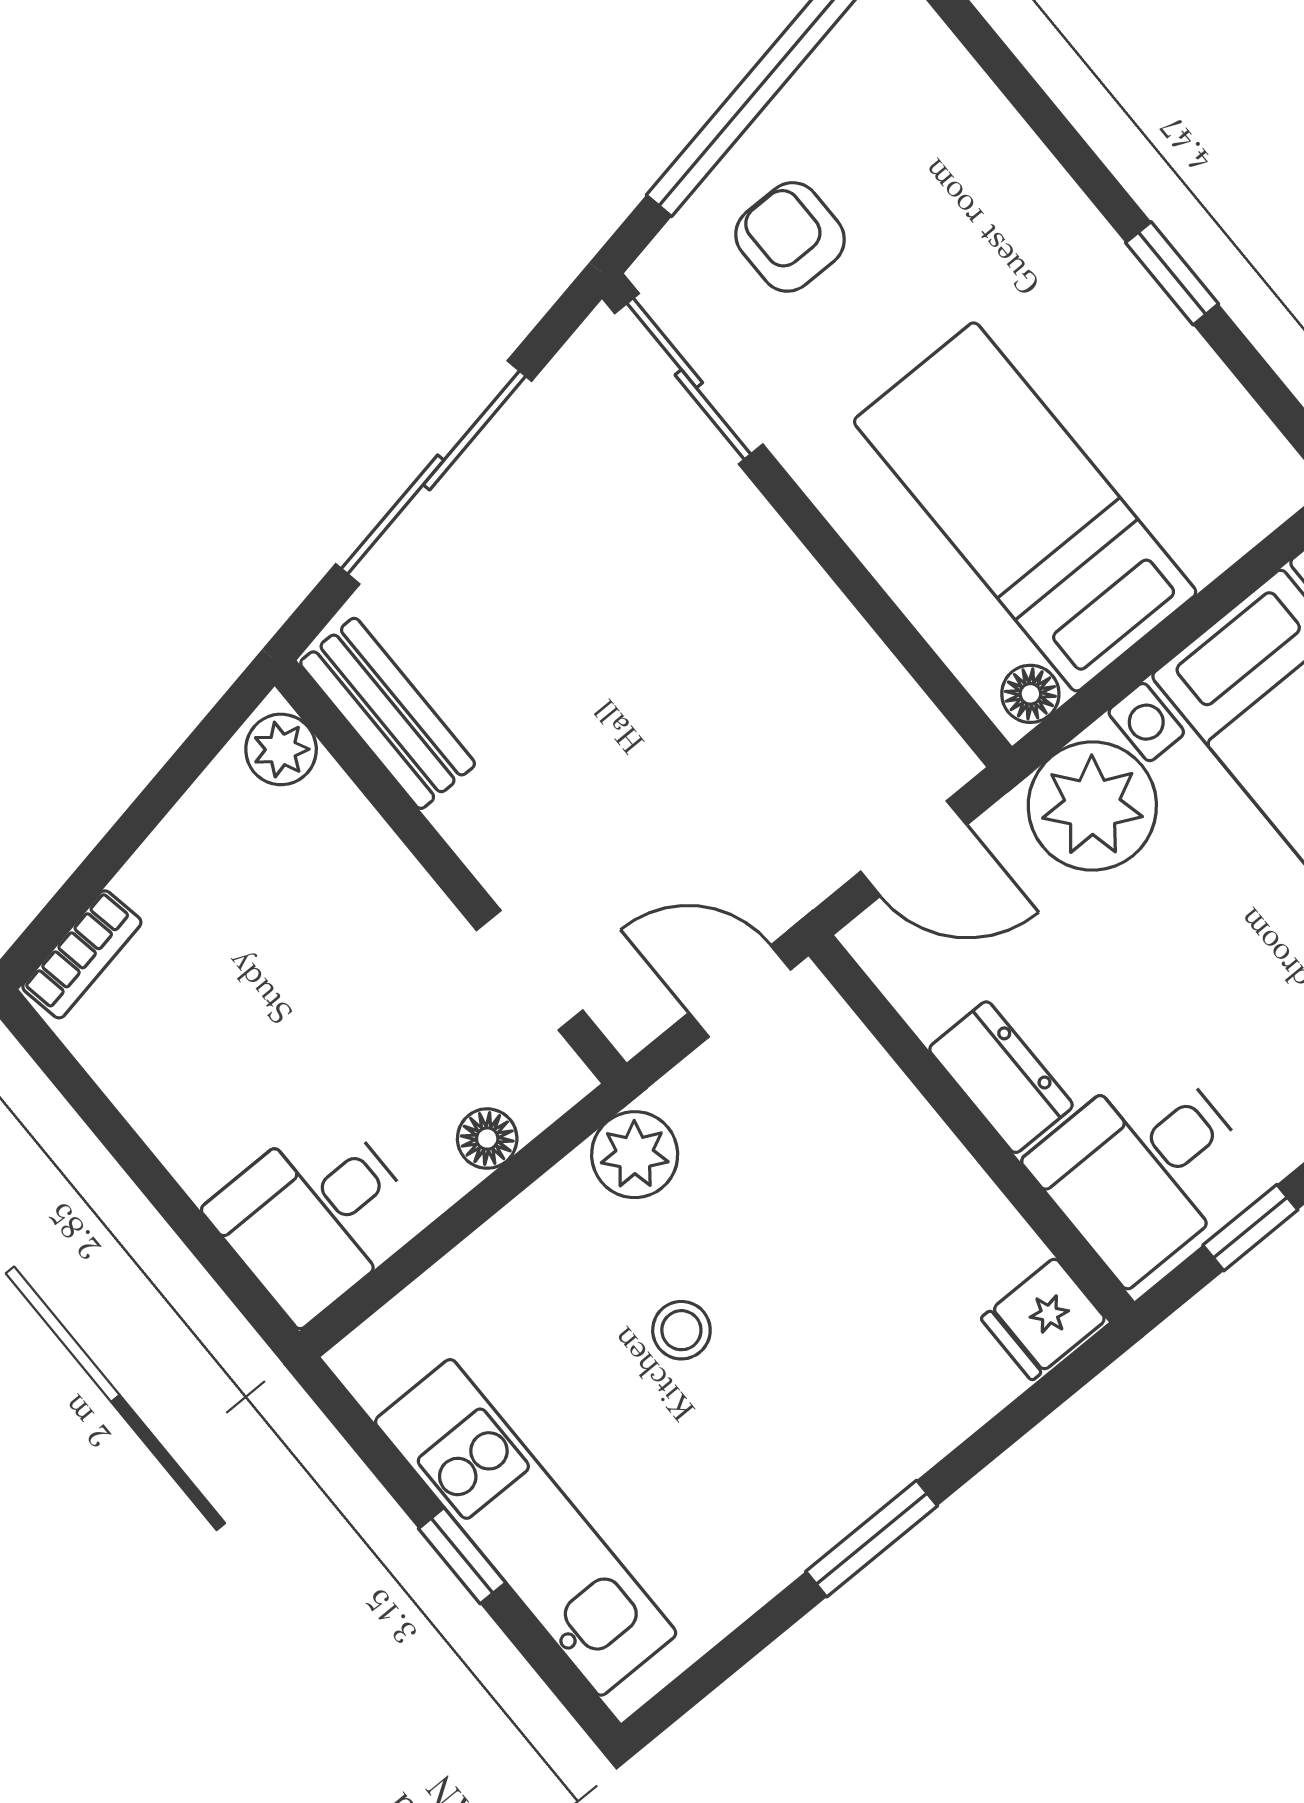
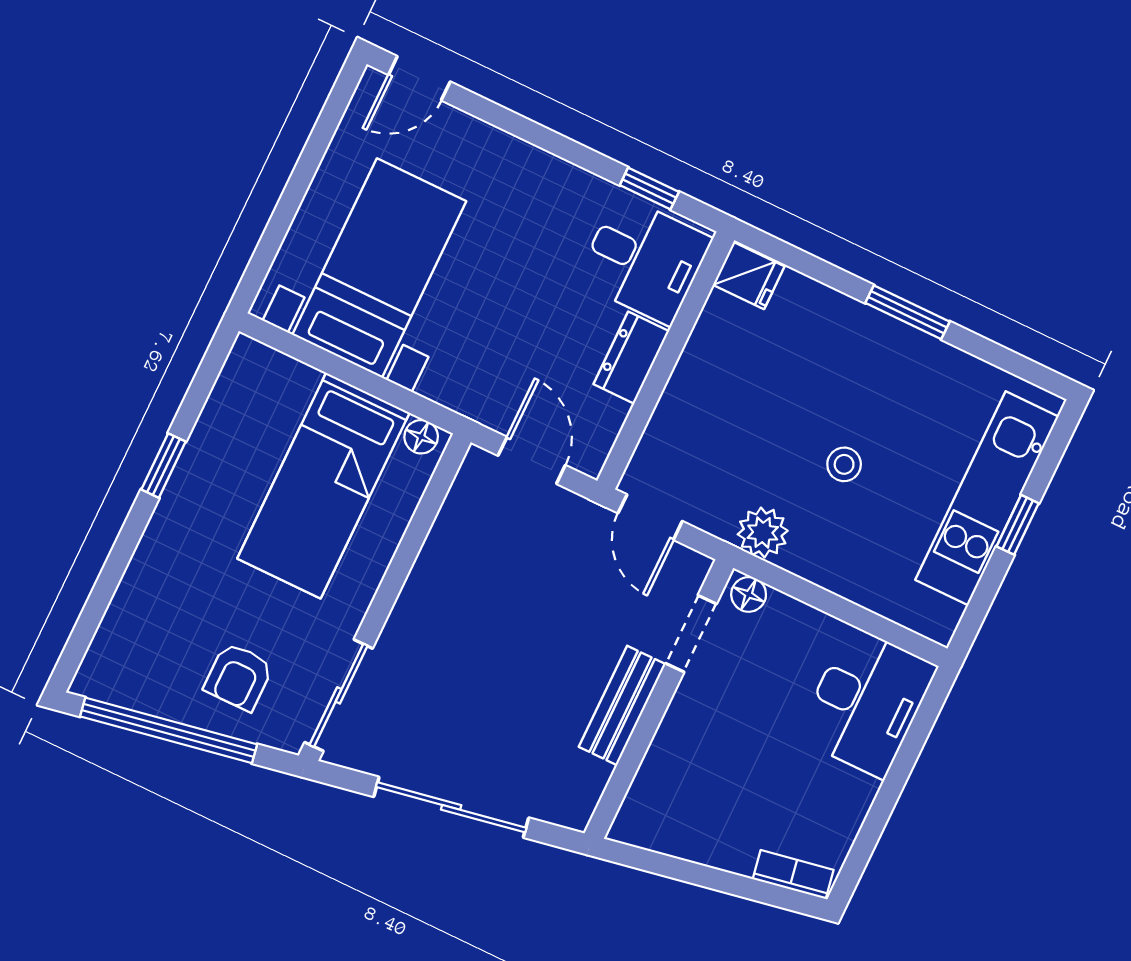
bench: (388, 713) -> (622, 705), moved
plant: (281, 749) -> (635, 820), removed
plant: (1092, 806) -> (465, 376), removed
floor lamp: (487, 1139) -> (749, 594), moved
desk: (315, 1216) -> (867, 702), width x1.37

